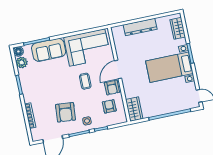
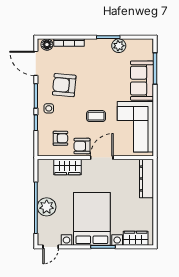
dresser: (140, 27) -> (146, 179), moved
floor lamp: (18, 51) -> (47, 45), moved
plant: (22, 63) -> (119, 46), moved
bed with nightstands: (169, 67) -> (92, 219), width x1.36
door: (118, 70) -> (102, 158), hinge flipped
plant: (167, 106) -> (47, 207), added
wardrobe: (134, 109) -> (67, 167), moved

